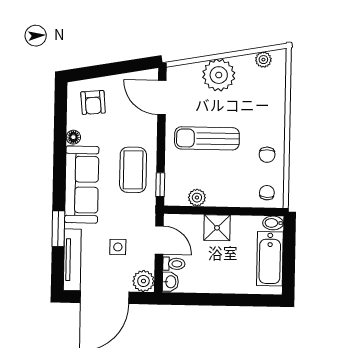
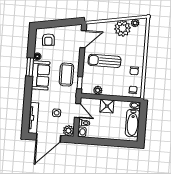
plant: (219, 75) -> (123, 28), moved
door: (162, 98) -> (83, 39), swing flipped
sofa: (82, 185) -> (41, 75), width x0.73
window: (58, 229) -> (30, 67), moved

